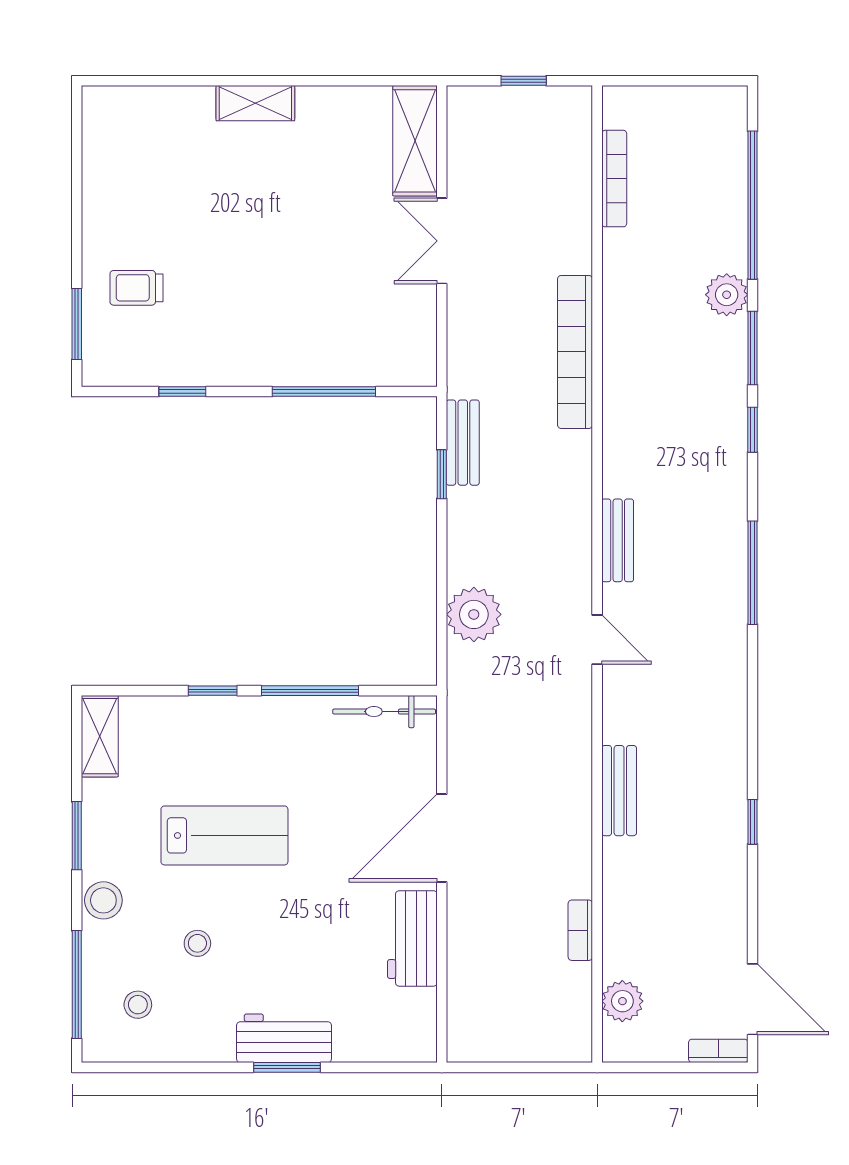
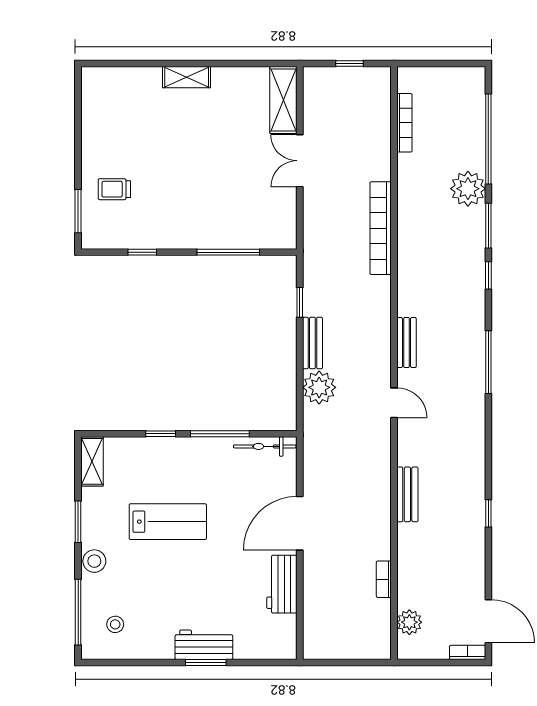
plant: (727, 295) -> (468, 189), width x1.36, depth x1.36
bench: (463, 443) -> (312, 343), moved
stool: (197, 943) -> (151, 587), removed

